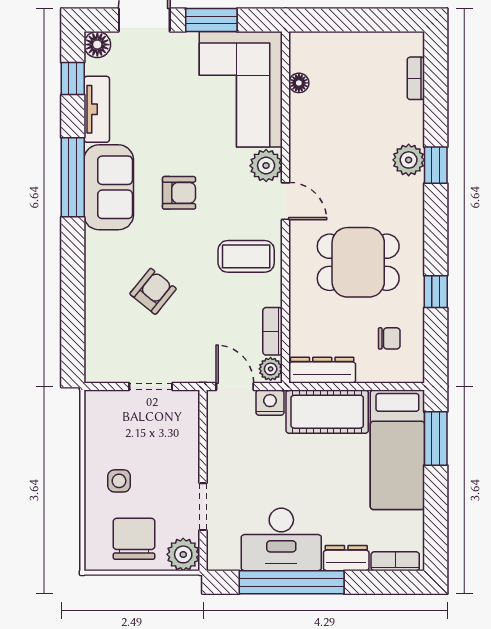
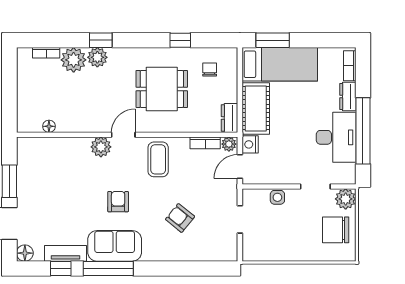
window: (73, 79) -> (61, 269), moved
corner sofa: (241, 89) -> (53, 163), removed
plant: (404, 122) -> (74, 60), added
dining table: (358, 262) -> (162, 89), turned 90
dresser: (322, 370) -> (230, 118), width x0.70
side table: (119, 481) -> (277, 197), moved

